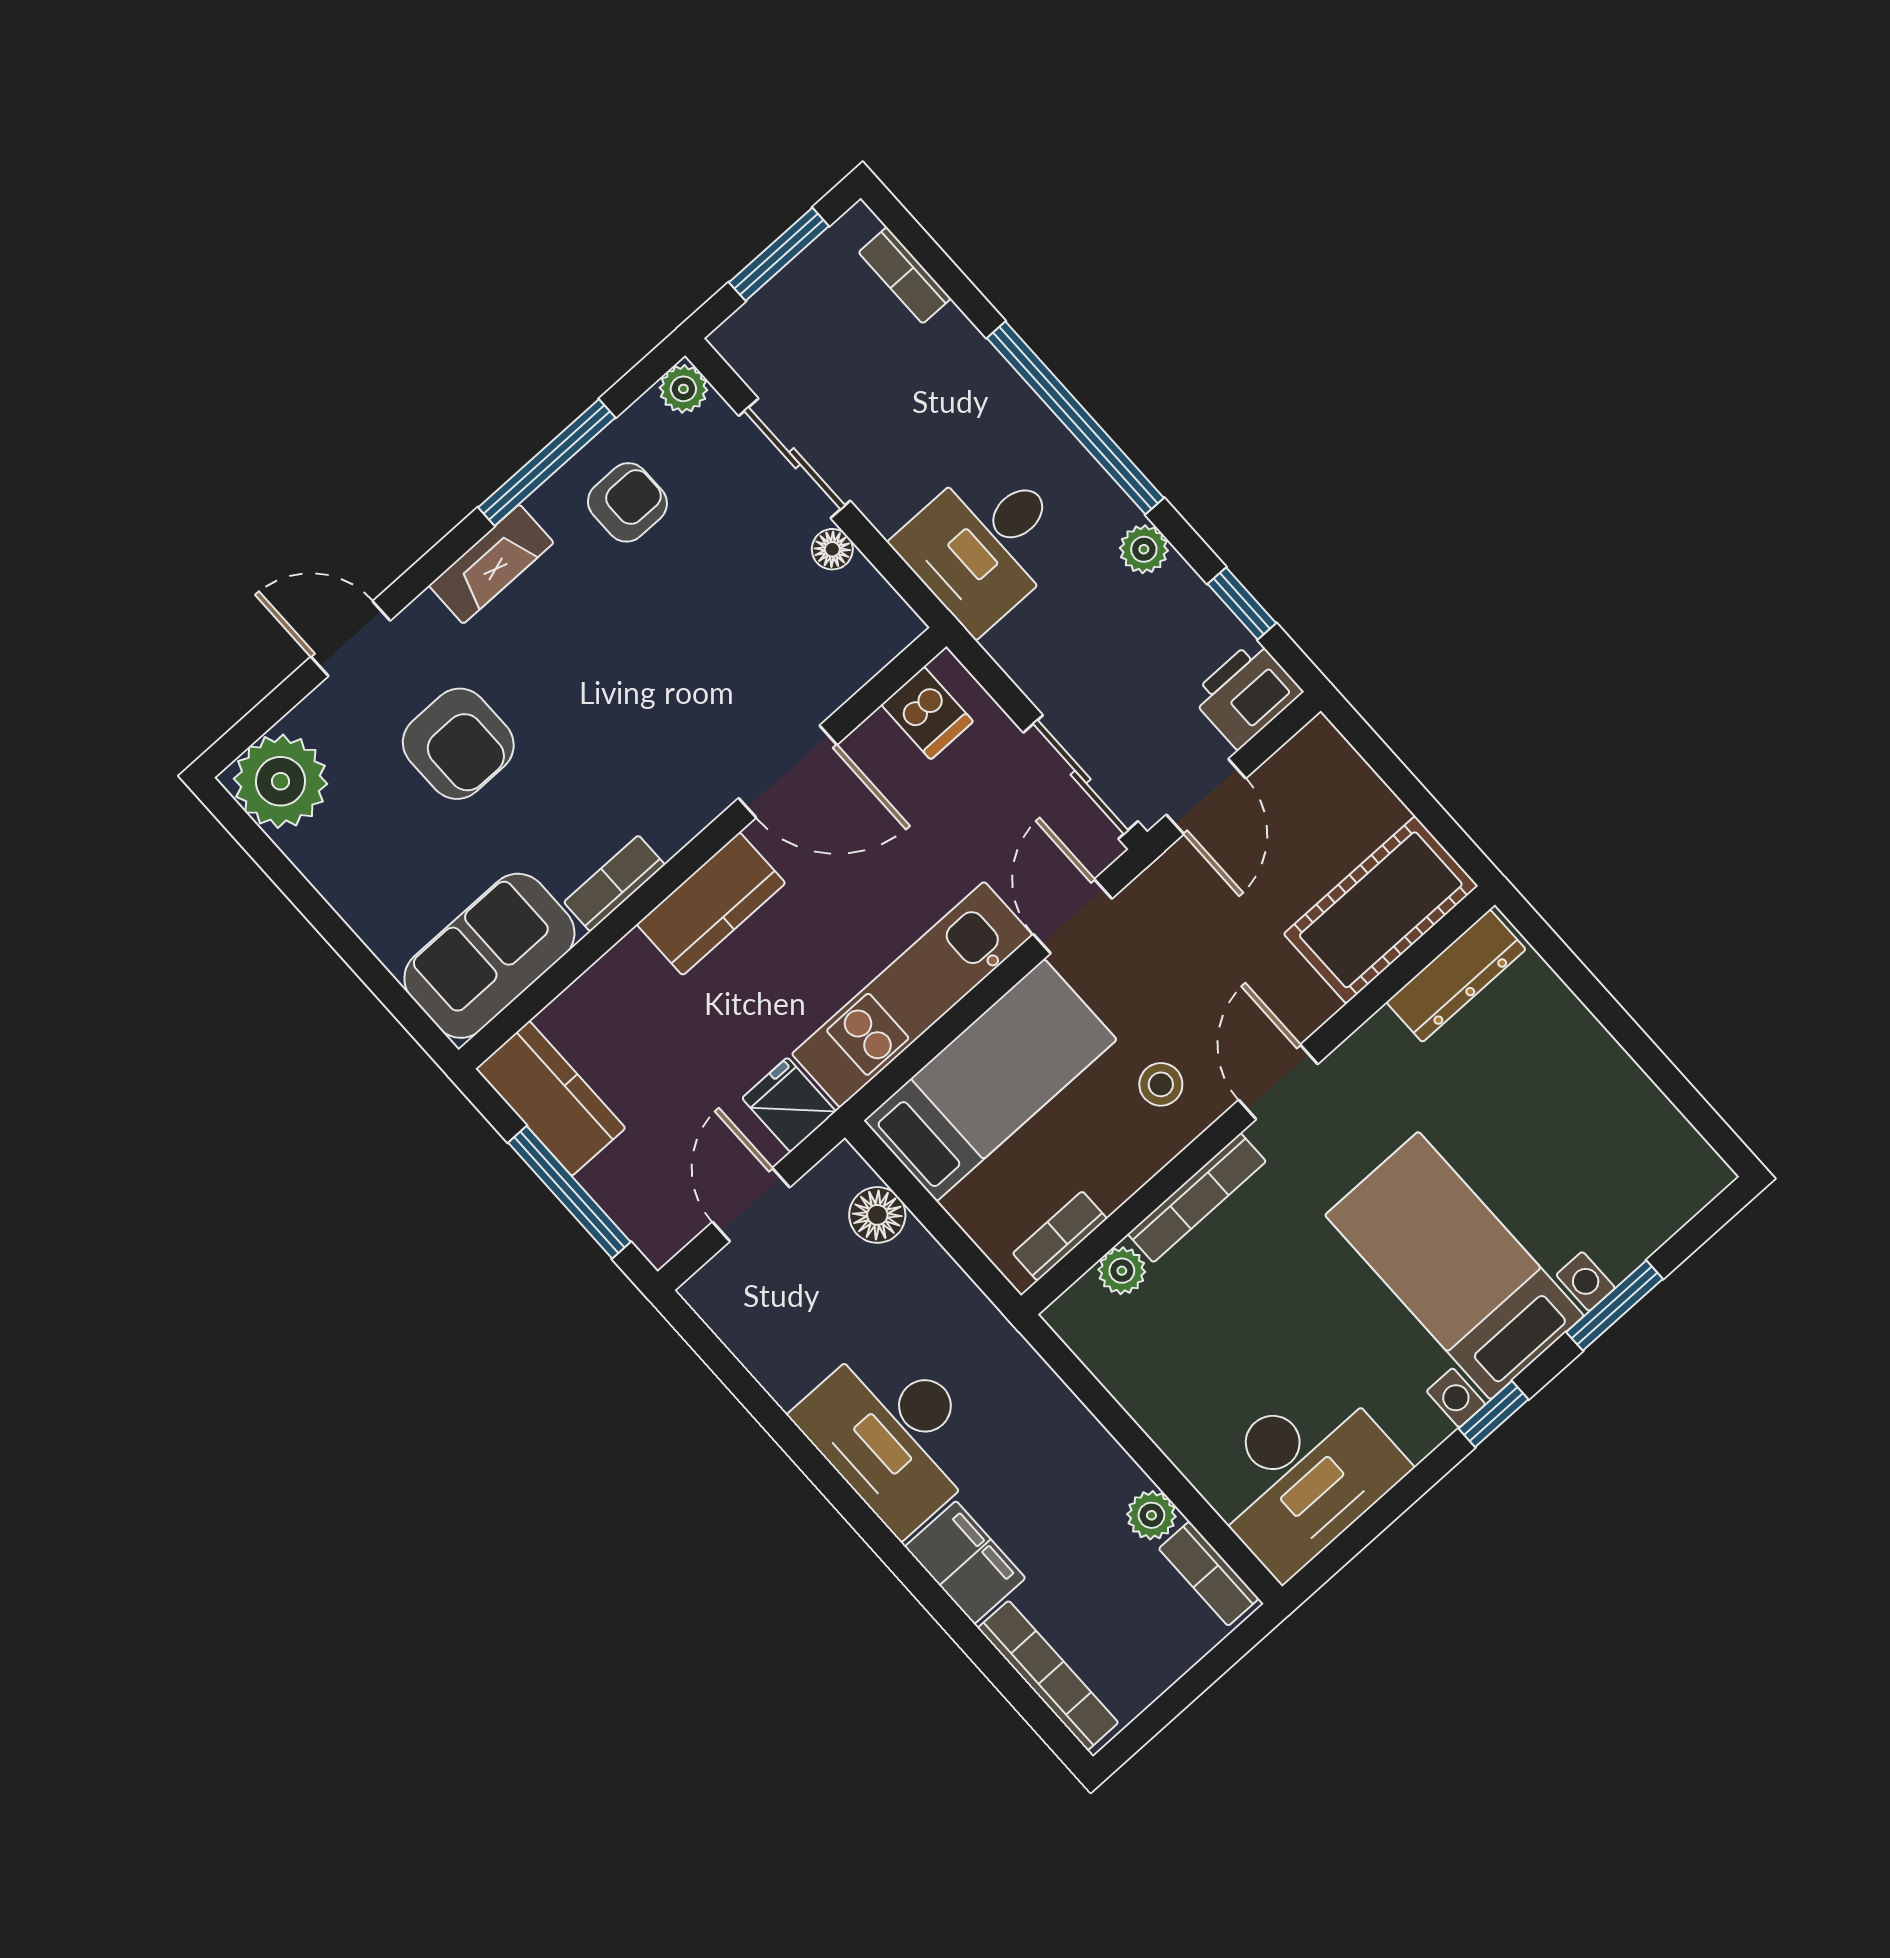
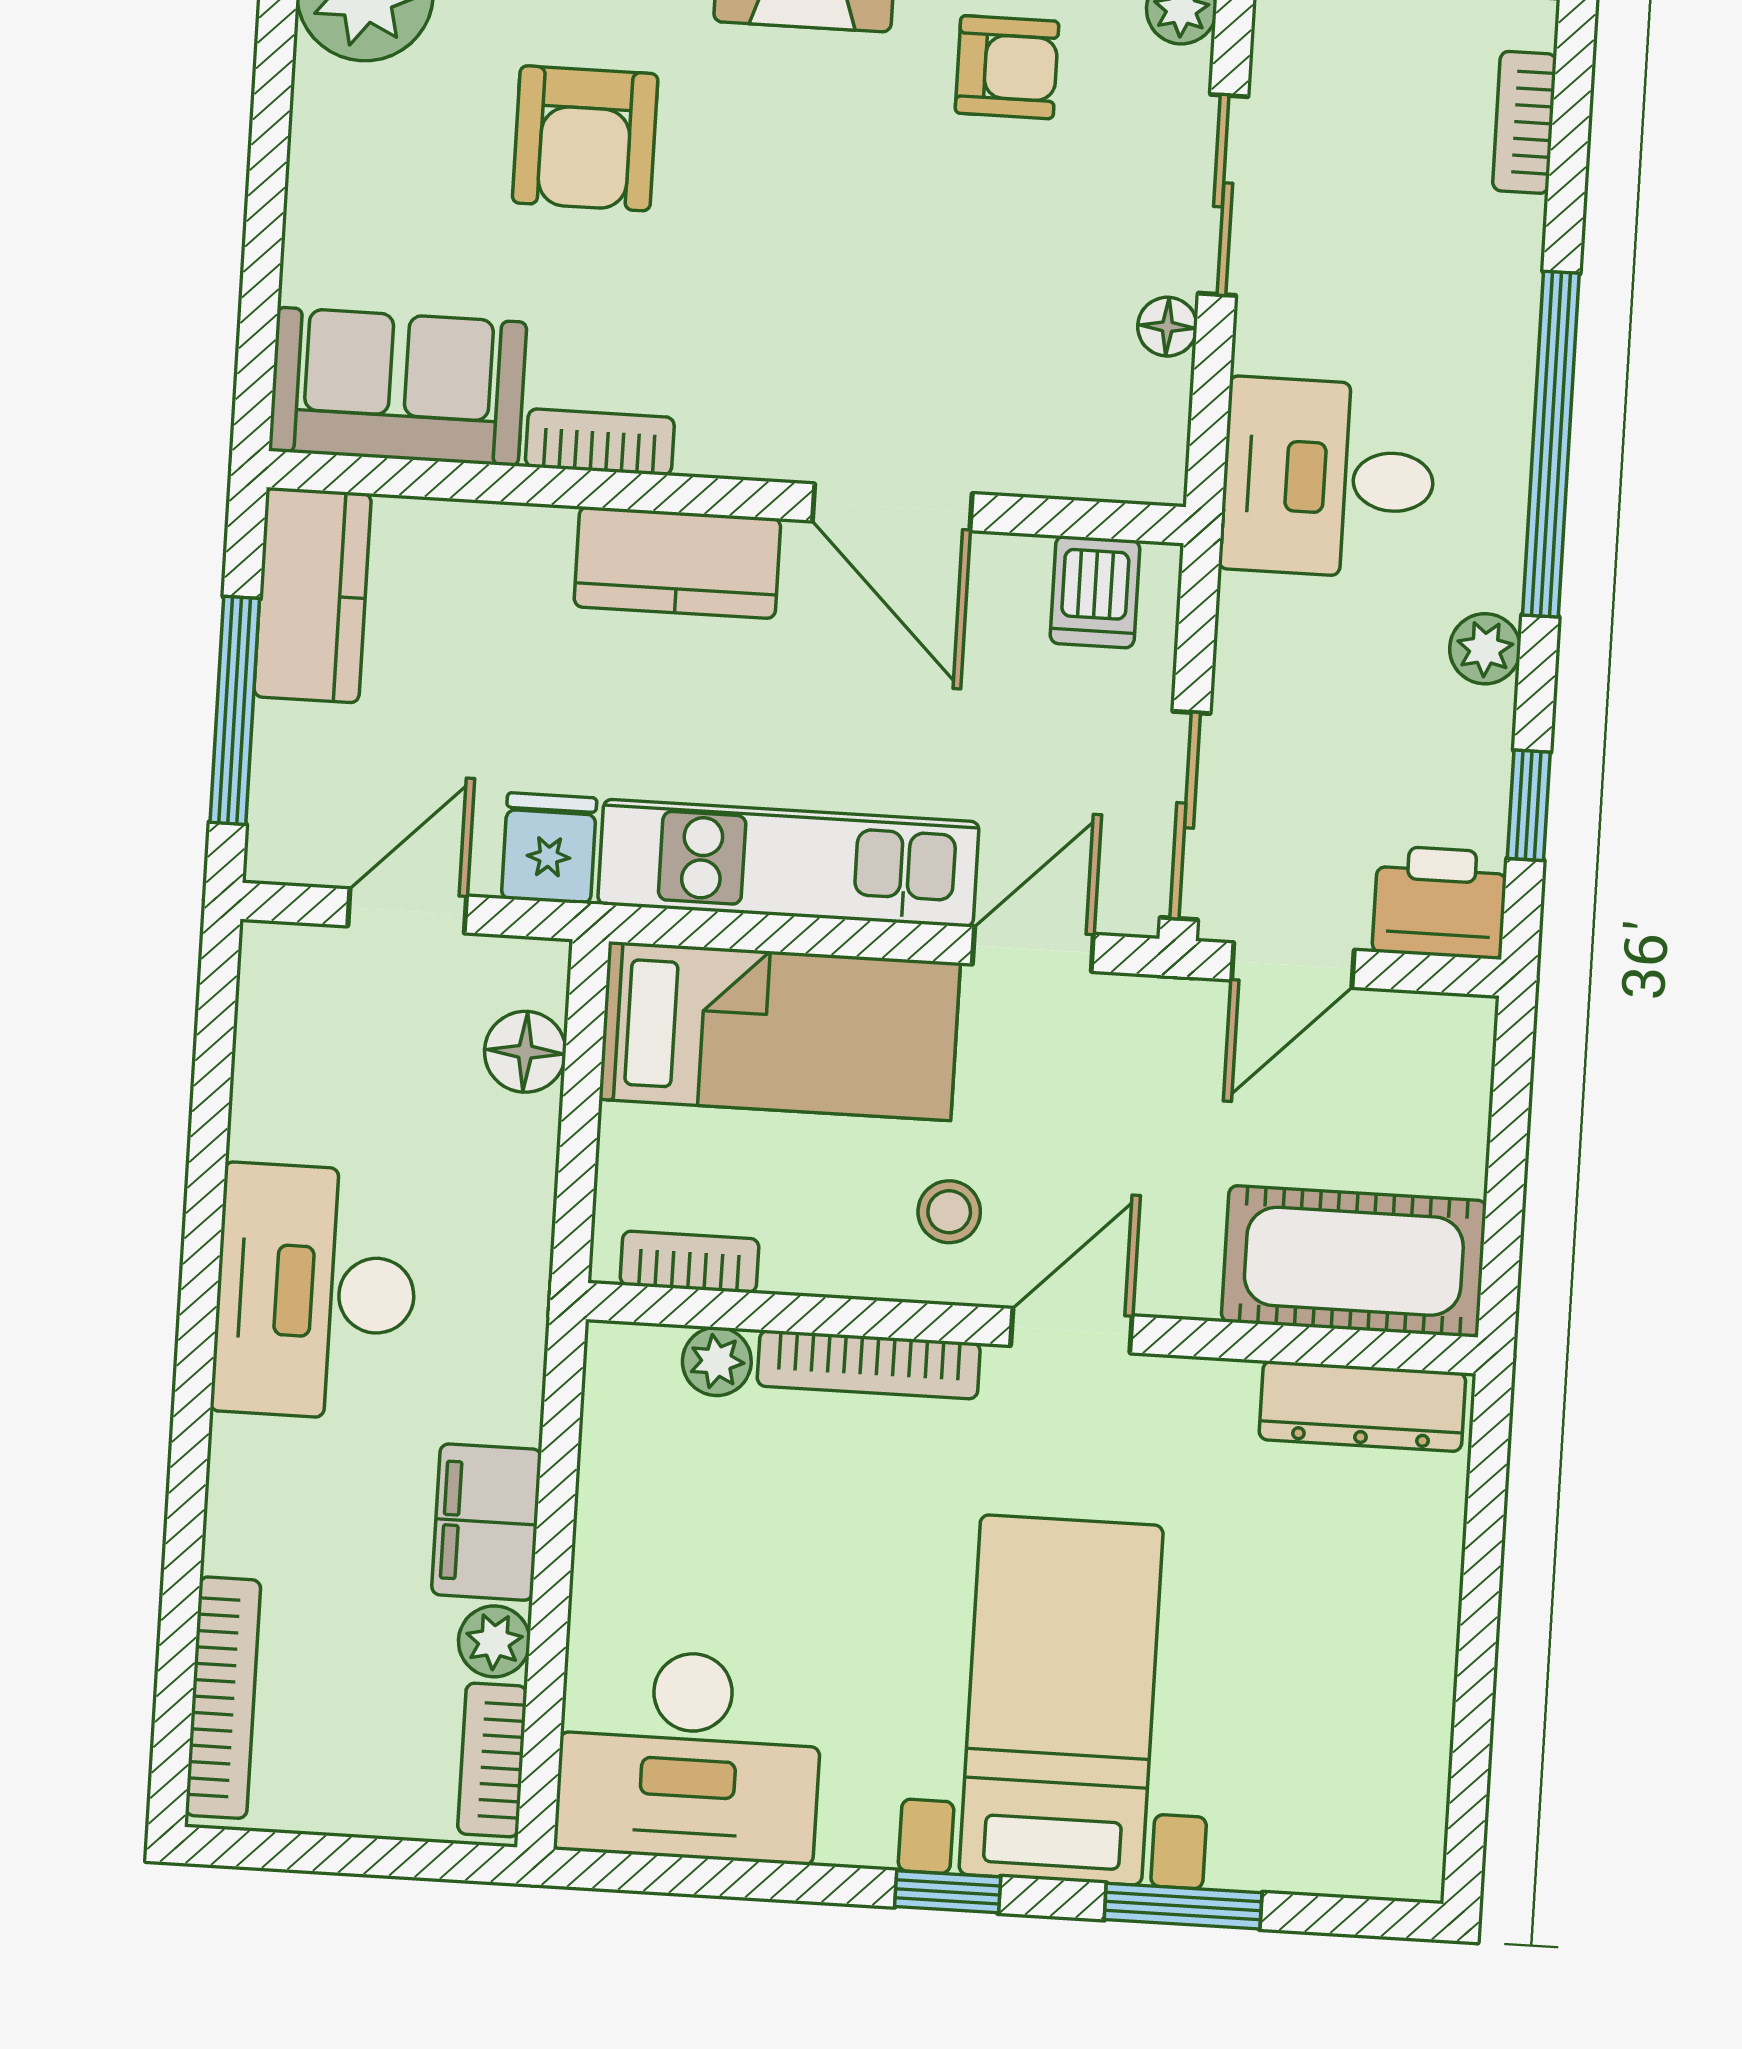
filing cabinet: (965, 1562) -> (487, 1522), moved, turned 180

